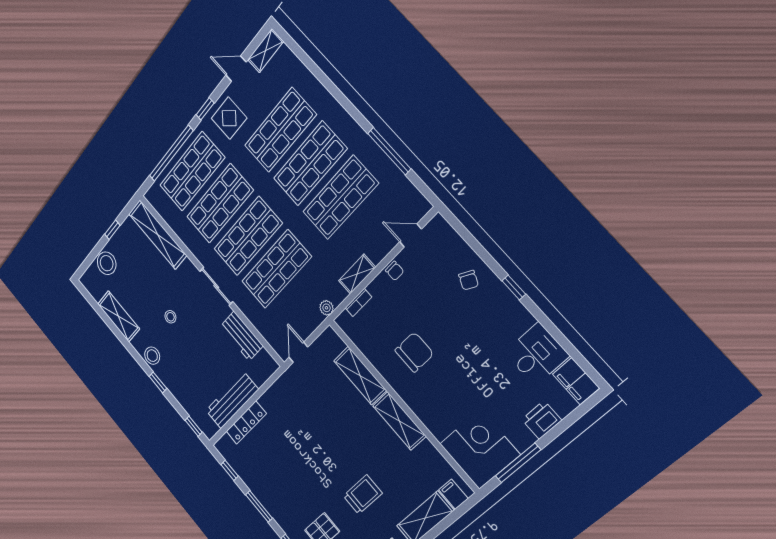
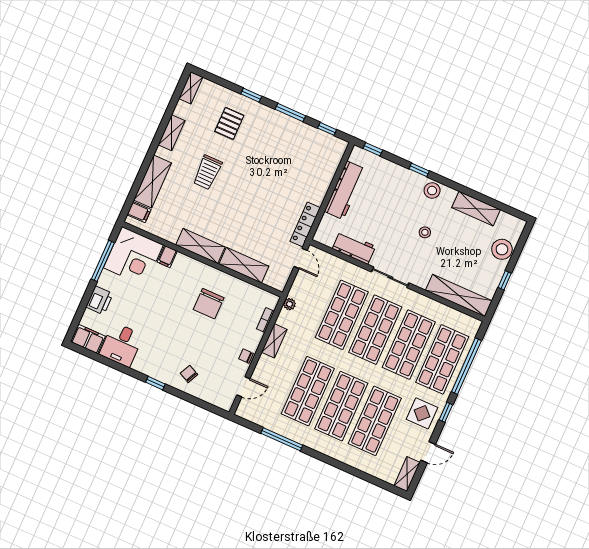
locker: (246, 423) -> (305, 224), moved
filing cabinet: (441, 429) -> (167, 257), added

